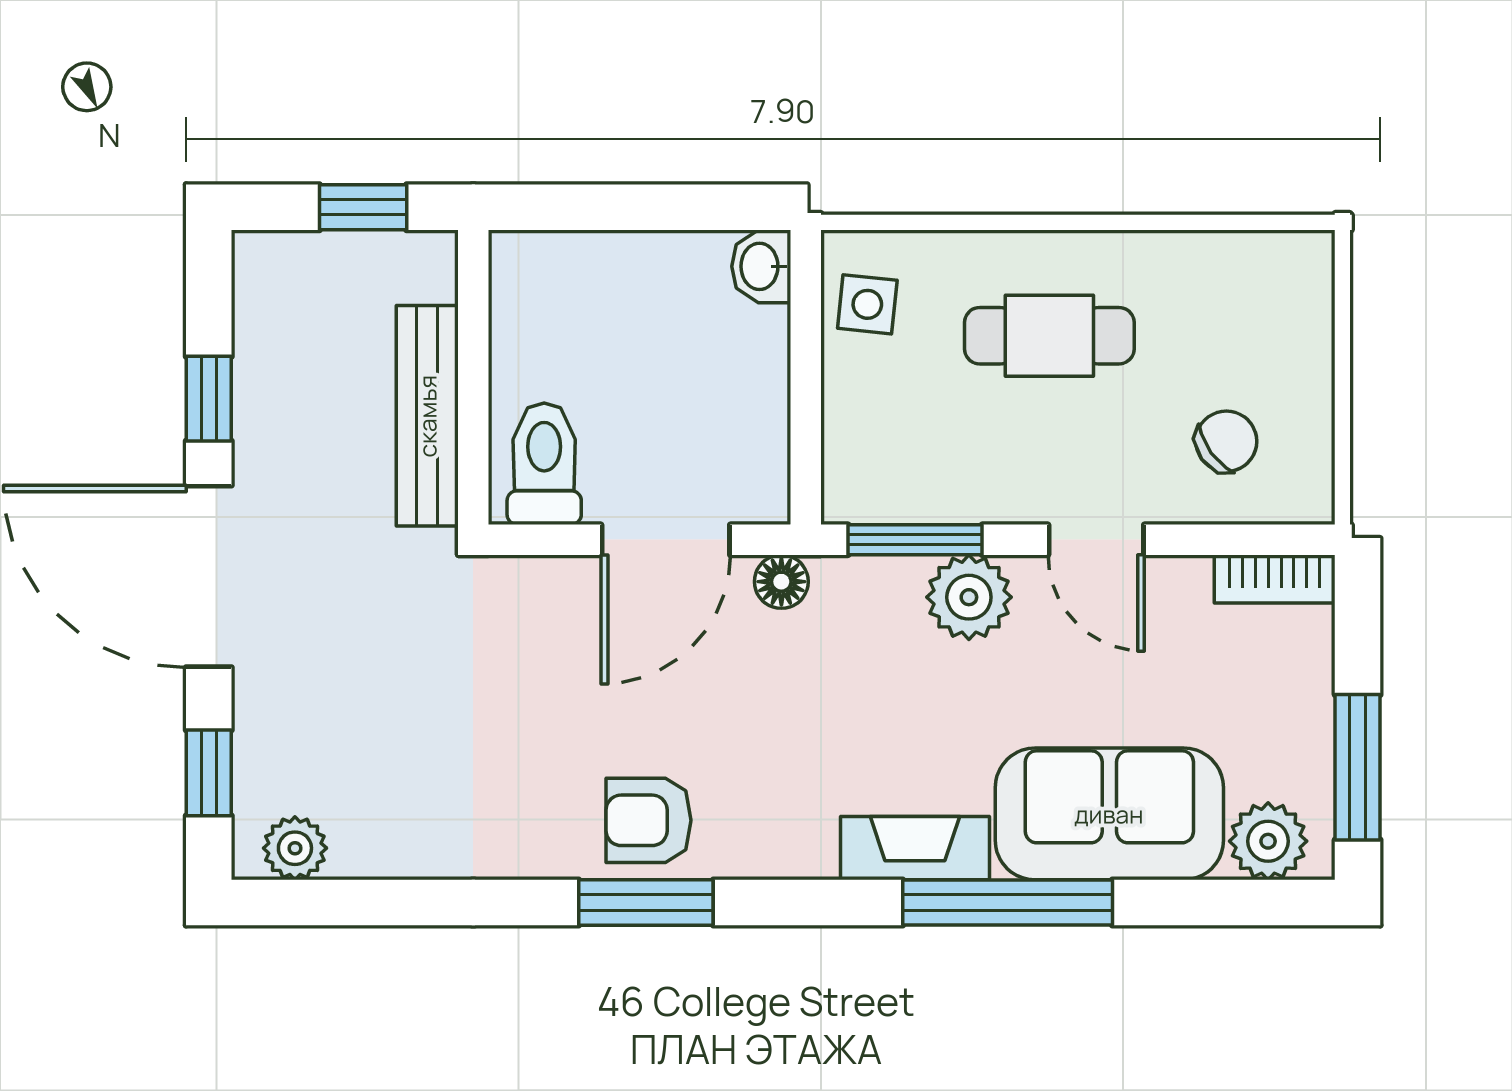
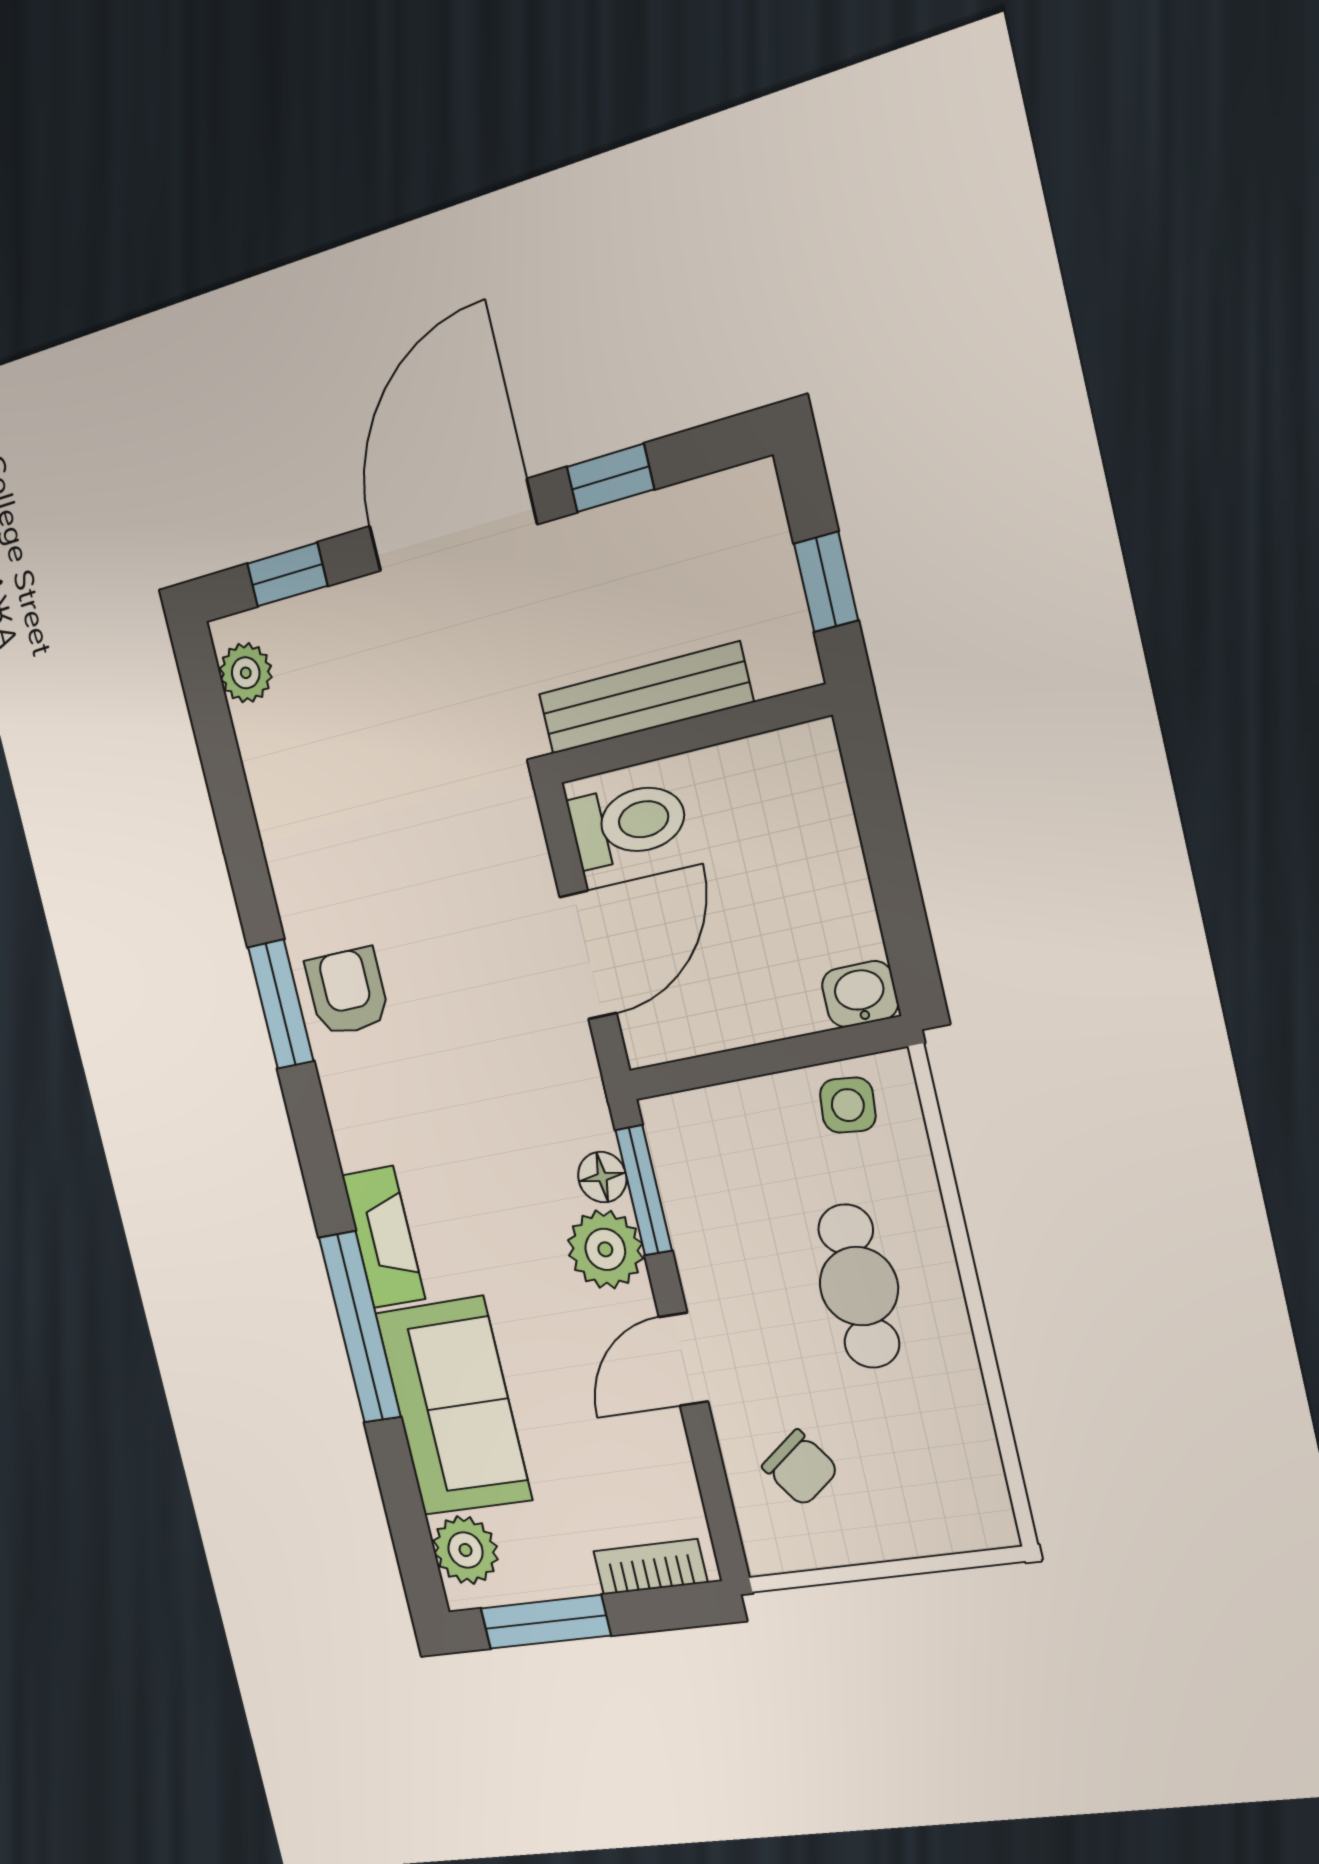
door: (666, 540) -> (588, 955), swing flipped
bookcase: (1275, 579) -> (650, 1567), moved, turned 90
floor lamp: (781, 582) -> (602, 1177), moved

